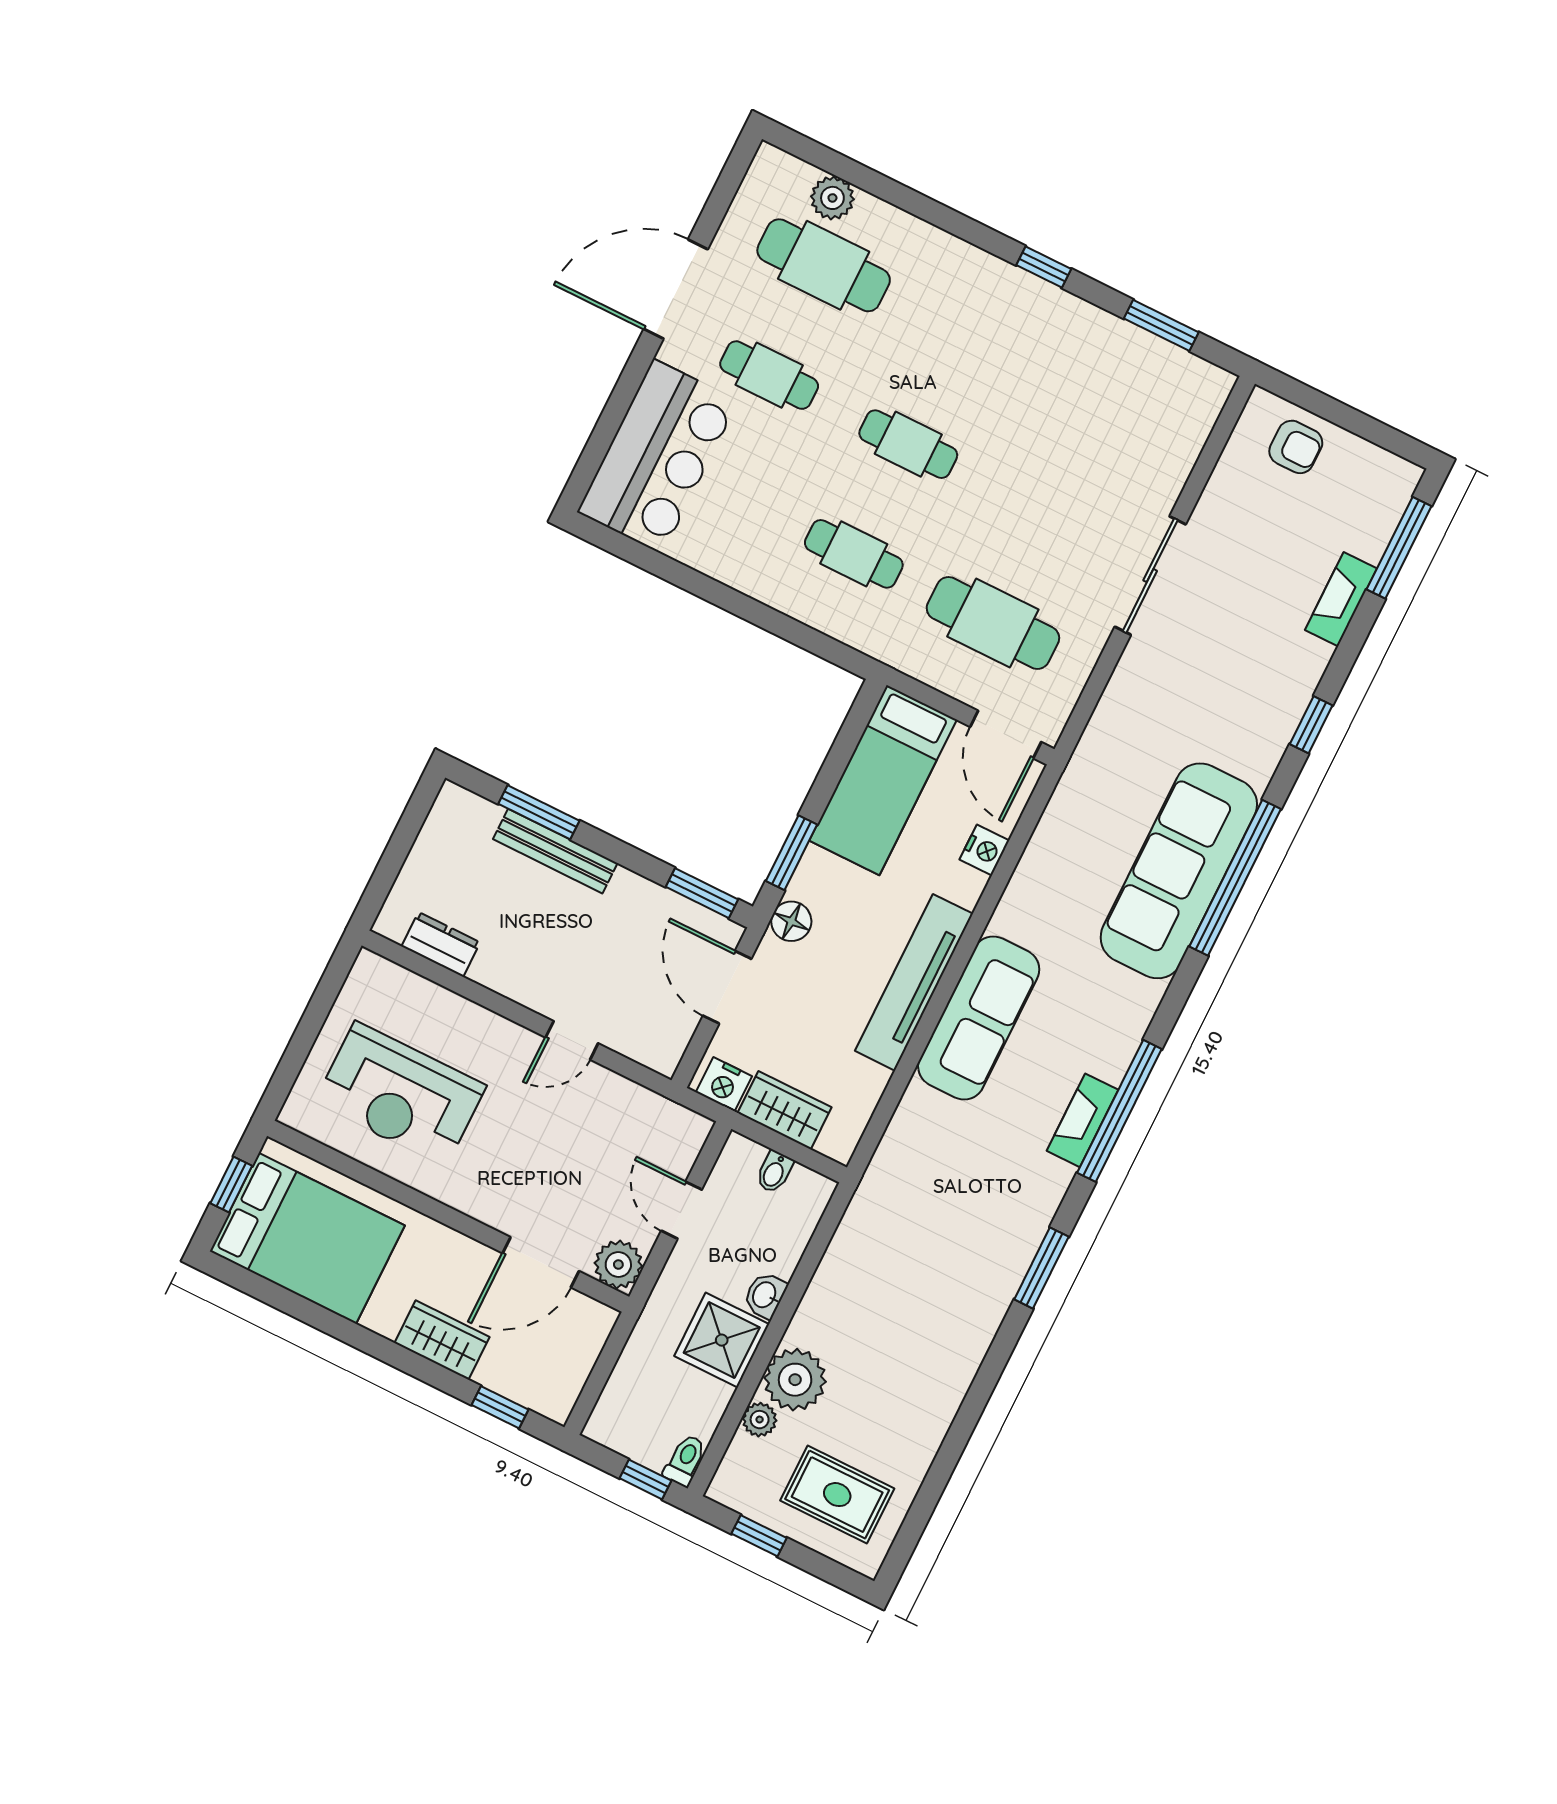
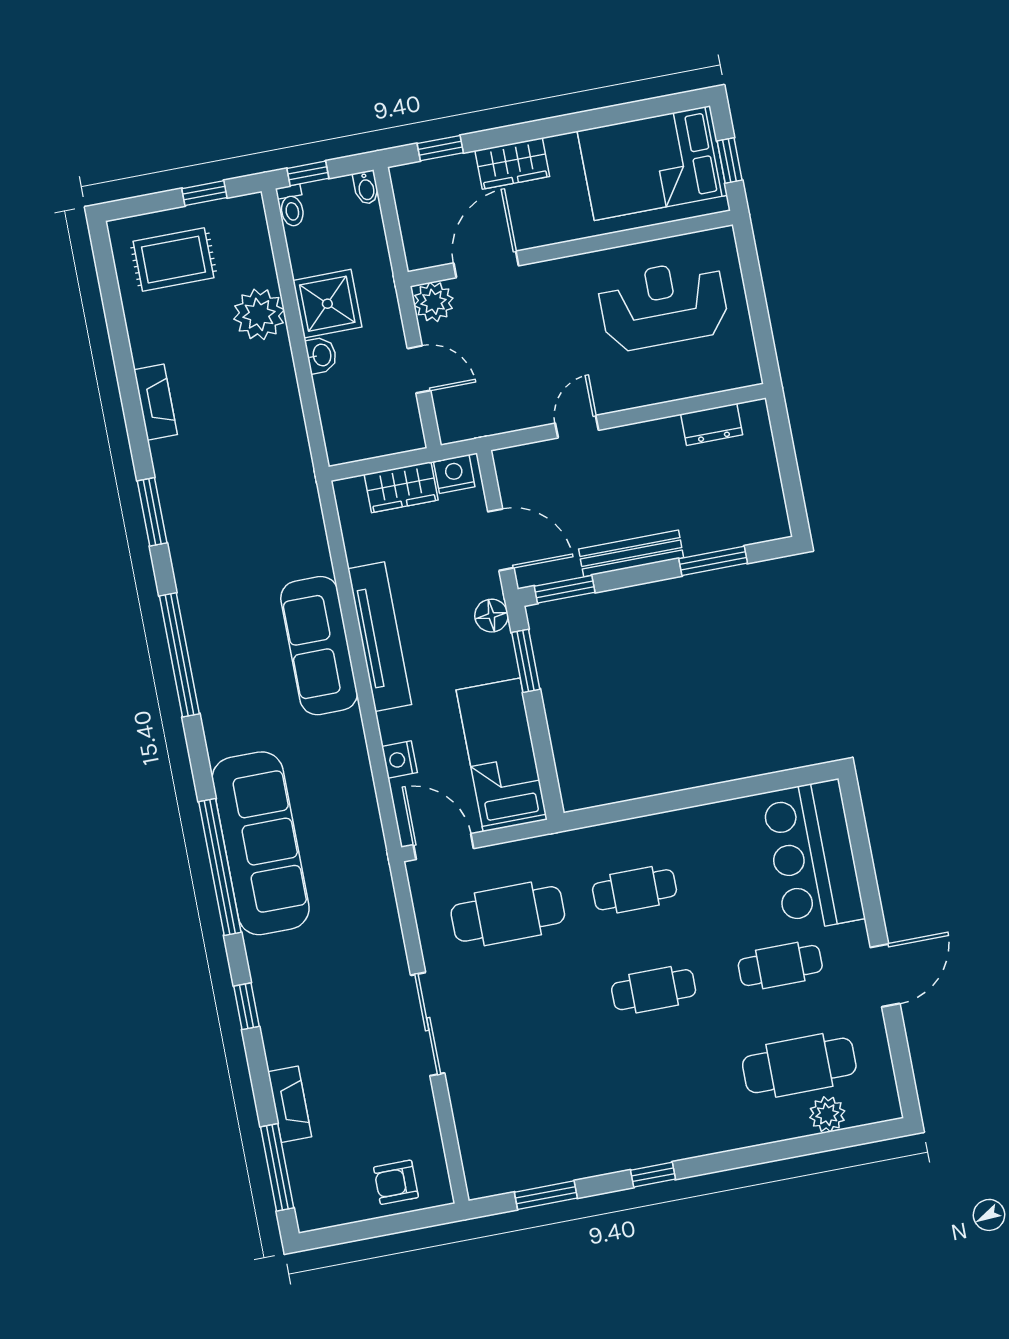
door: (676, 289) -> (885, 975), width x0.73
bench: (555, 851) -> (631, 553), moved
fireplace: (1083, 1120) -> (156, 402), moved
bidet: (774, 1172) -> (366, 188), moved, turned 180
plant: (760, 1420) -> (262, 270), removed

